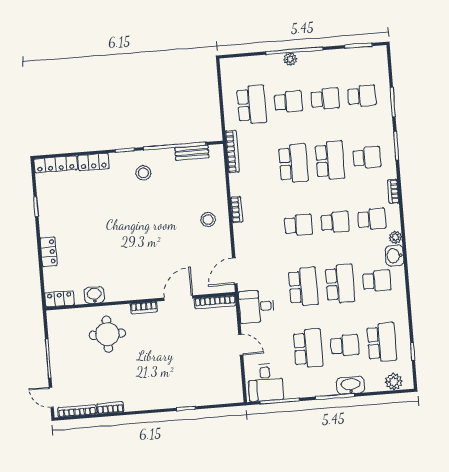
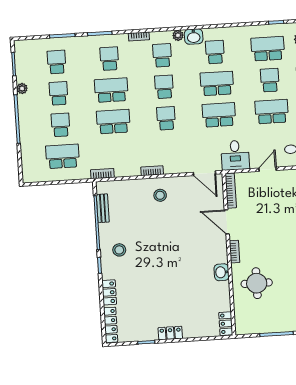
plant: (290, 59) -> (22, 88), moved
bookcase: (232, 152) -> (102, 174), width x0.64
locker: (49, 252) -> (170, 333), moved
washbasin: (94, 295) -> (222, 272), moved

